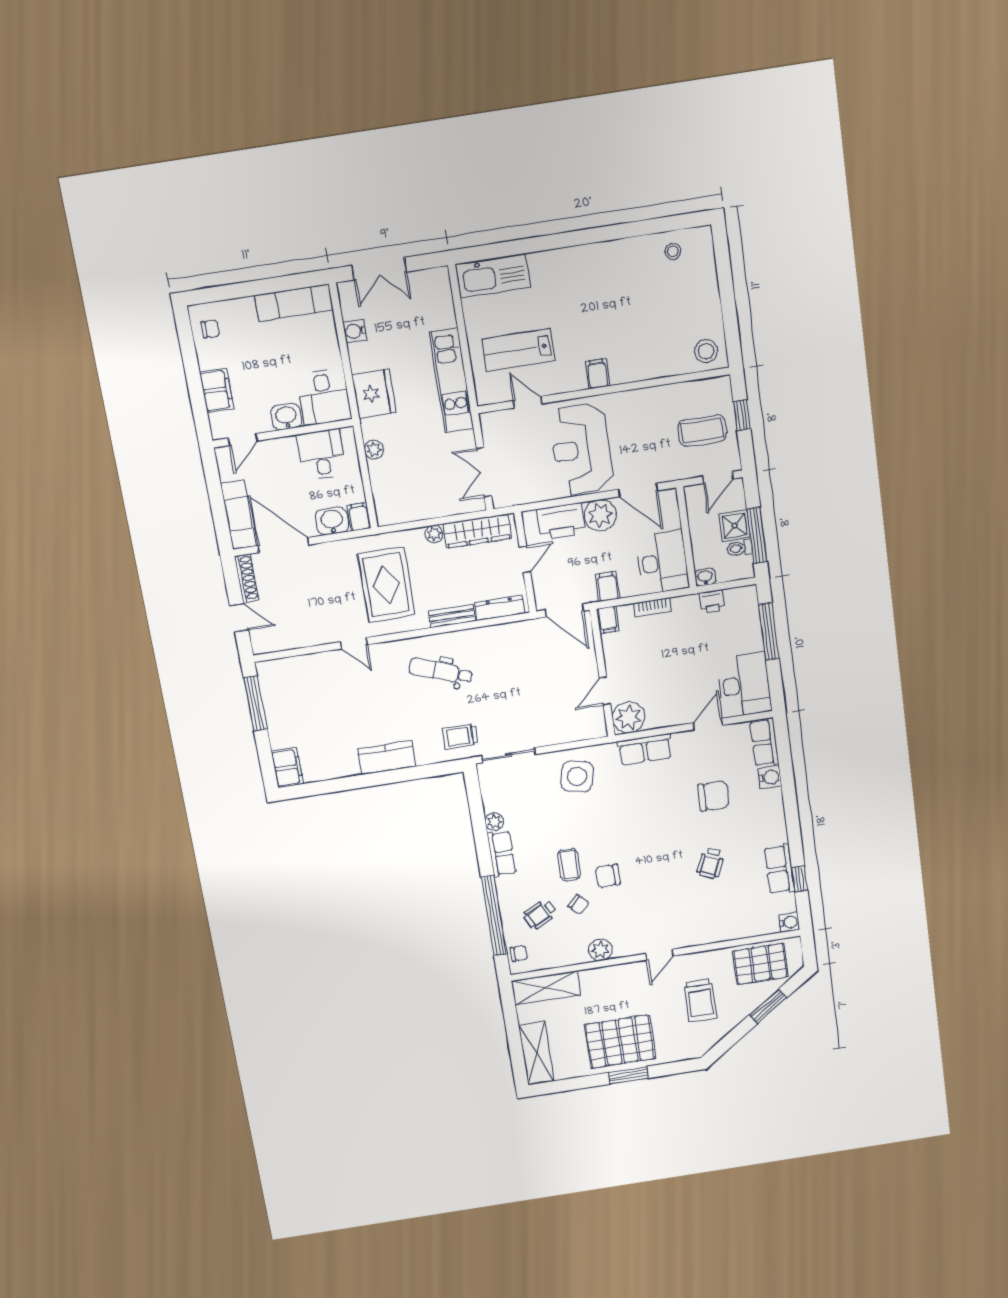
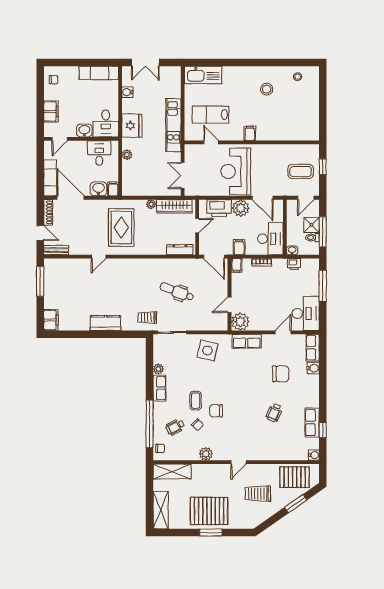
stool: (706, 351) -> (267, 89), moved
bench: (452, 616) -> (56, 250), moved
door: (354, 643) -> (99, 257), hinge flipped
dental chair: (441, 671) -> (177, 292), moved
trolley: (700, 1000) -> (258, 493), turned 90

